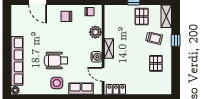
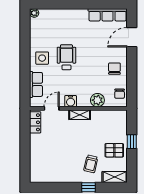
row of seats: (17, 61) -> (108, 15), moved, width x0.73
pallet: (156, 63) -> (63, 166), removed

